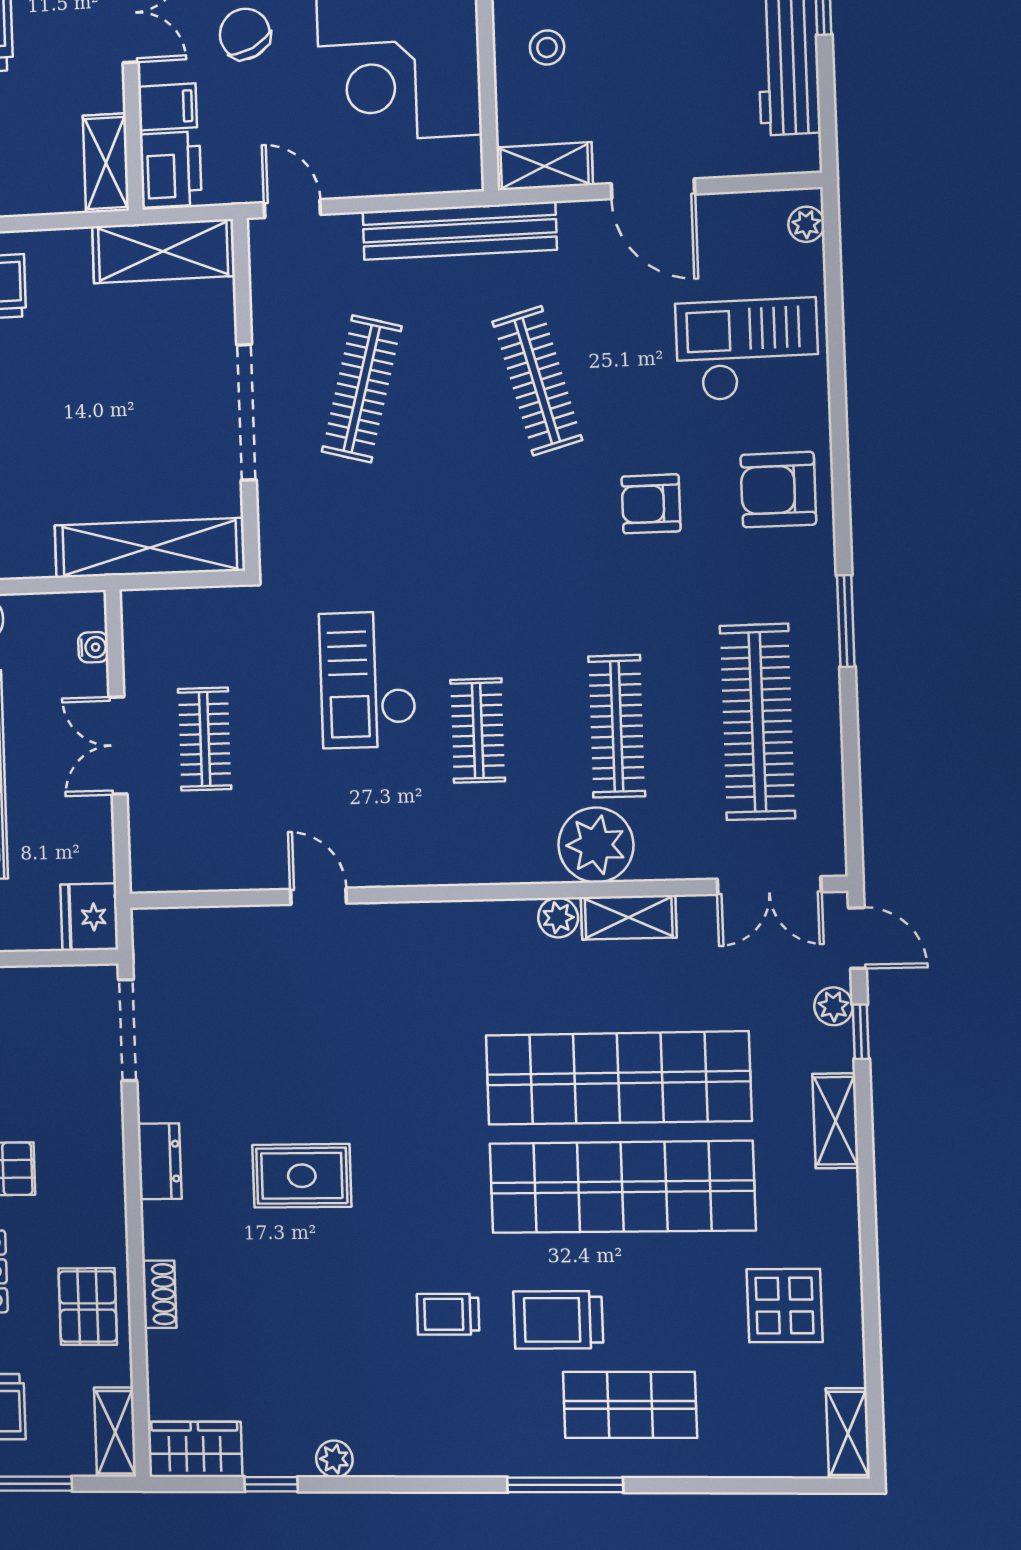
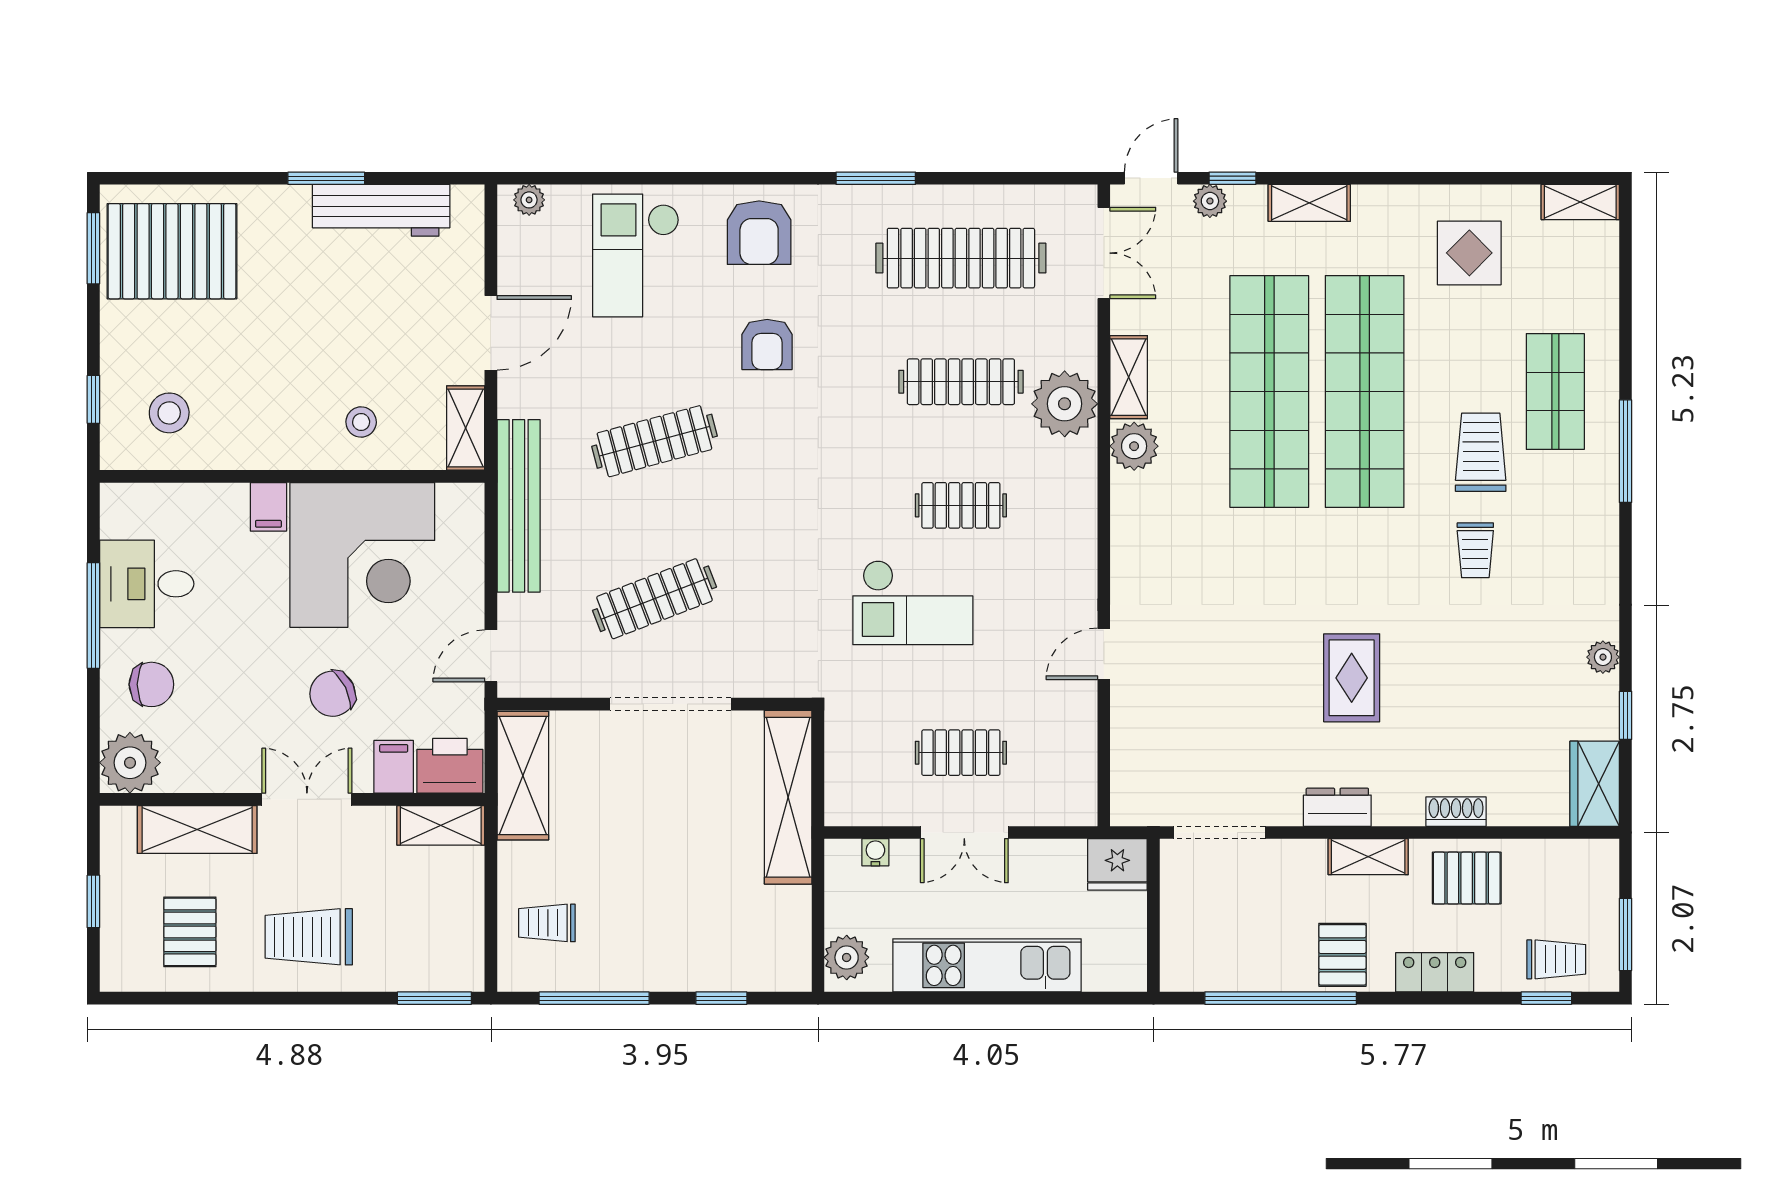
clothes rail: (362, 389) -> (654, 599), turned -36
plant: (558, 918) -> (1134, 446), width x1.38, depth x1.38
trolley: (558, 1320) -> (1481, 452), turned 180
shelving: (115, 1432) -> (1368, 857), moved

